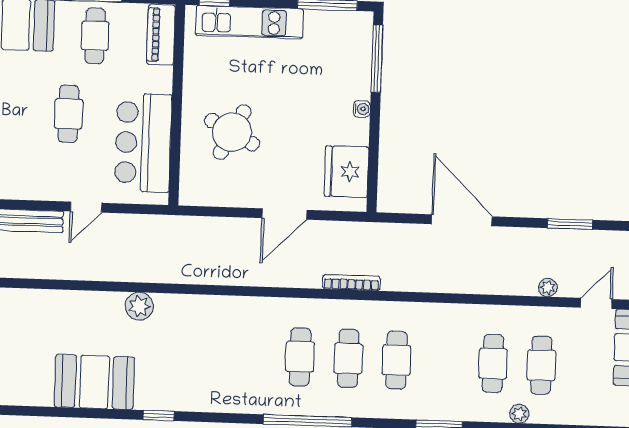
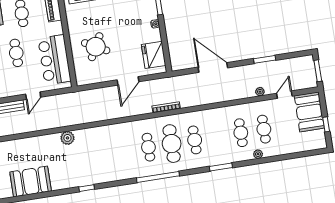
cafe table: (348, 358) -> (172, 144), width x1.37, depth x1.35
booth: (94, 382) -> (31, 181), moved

